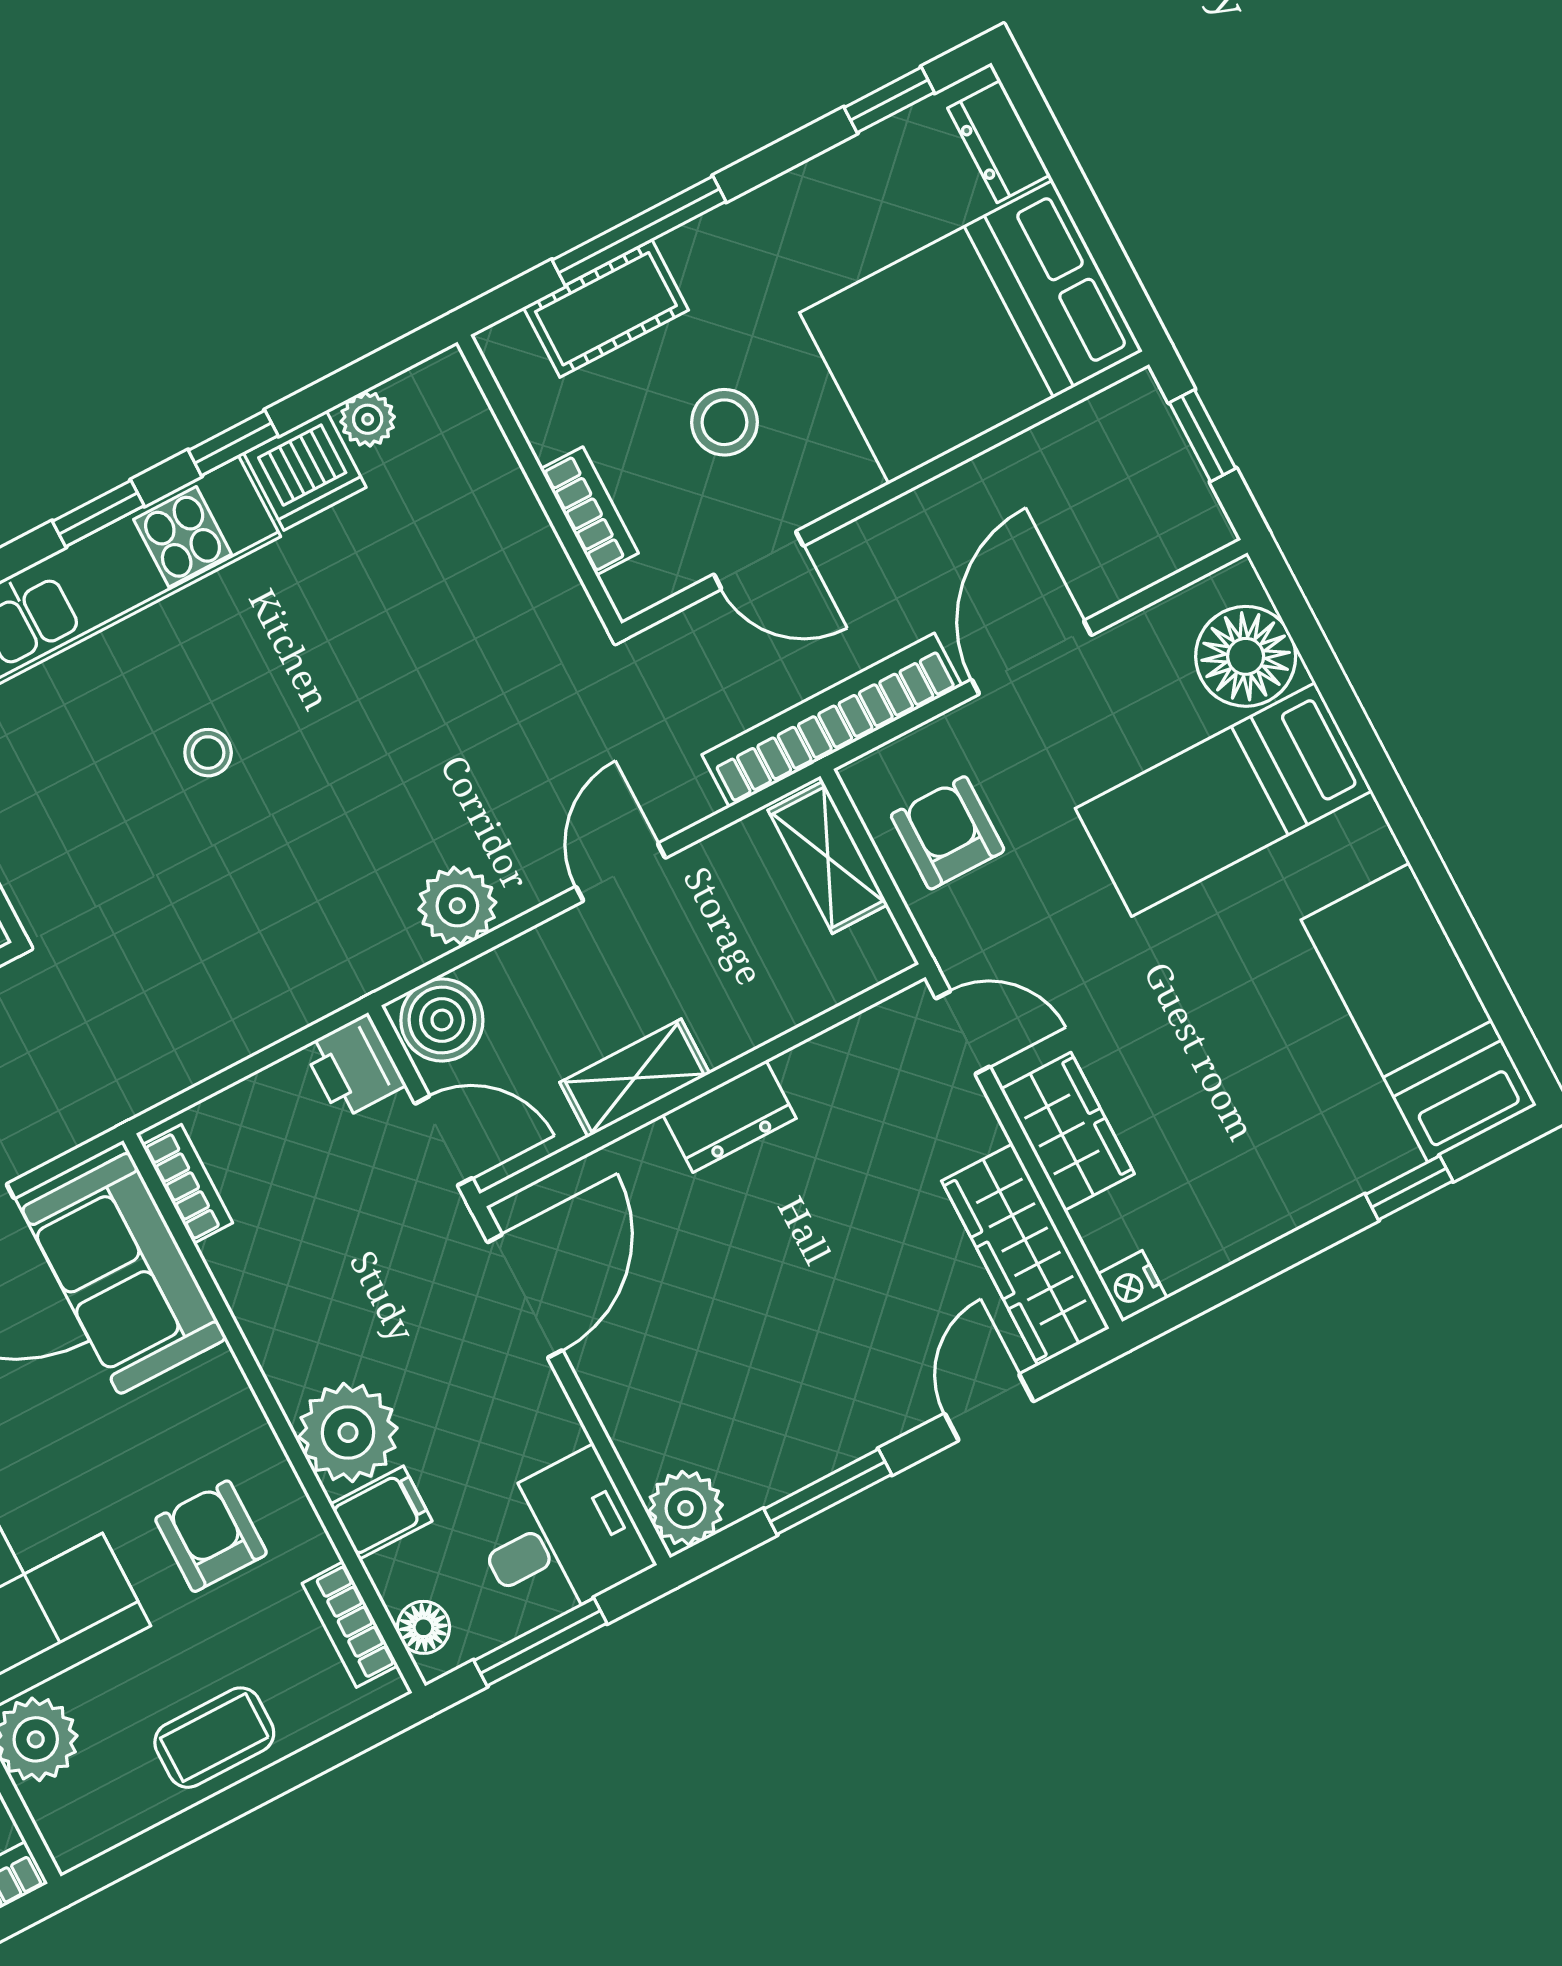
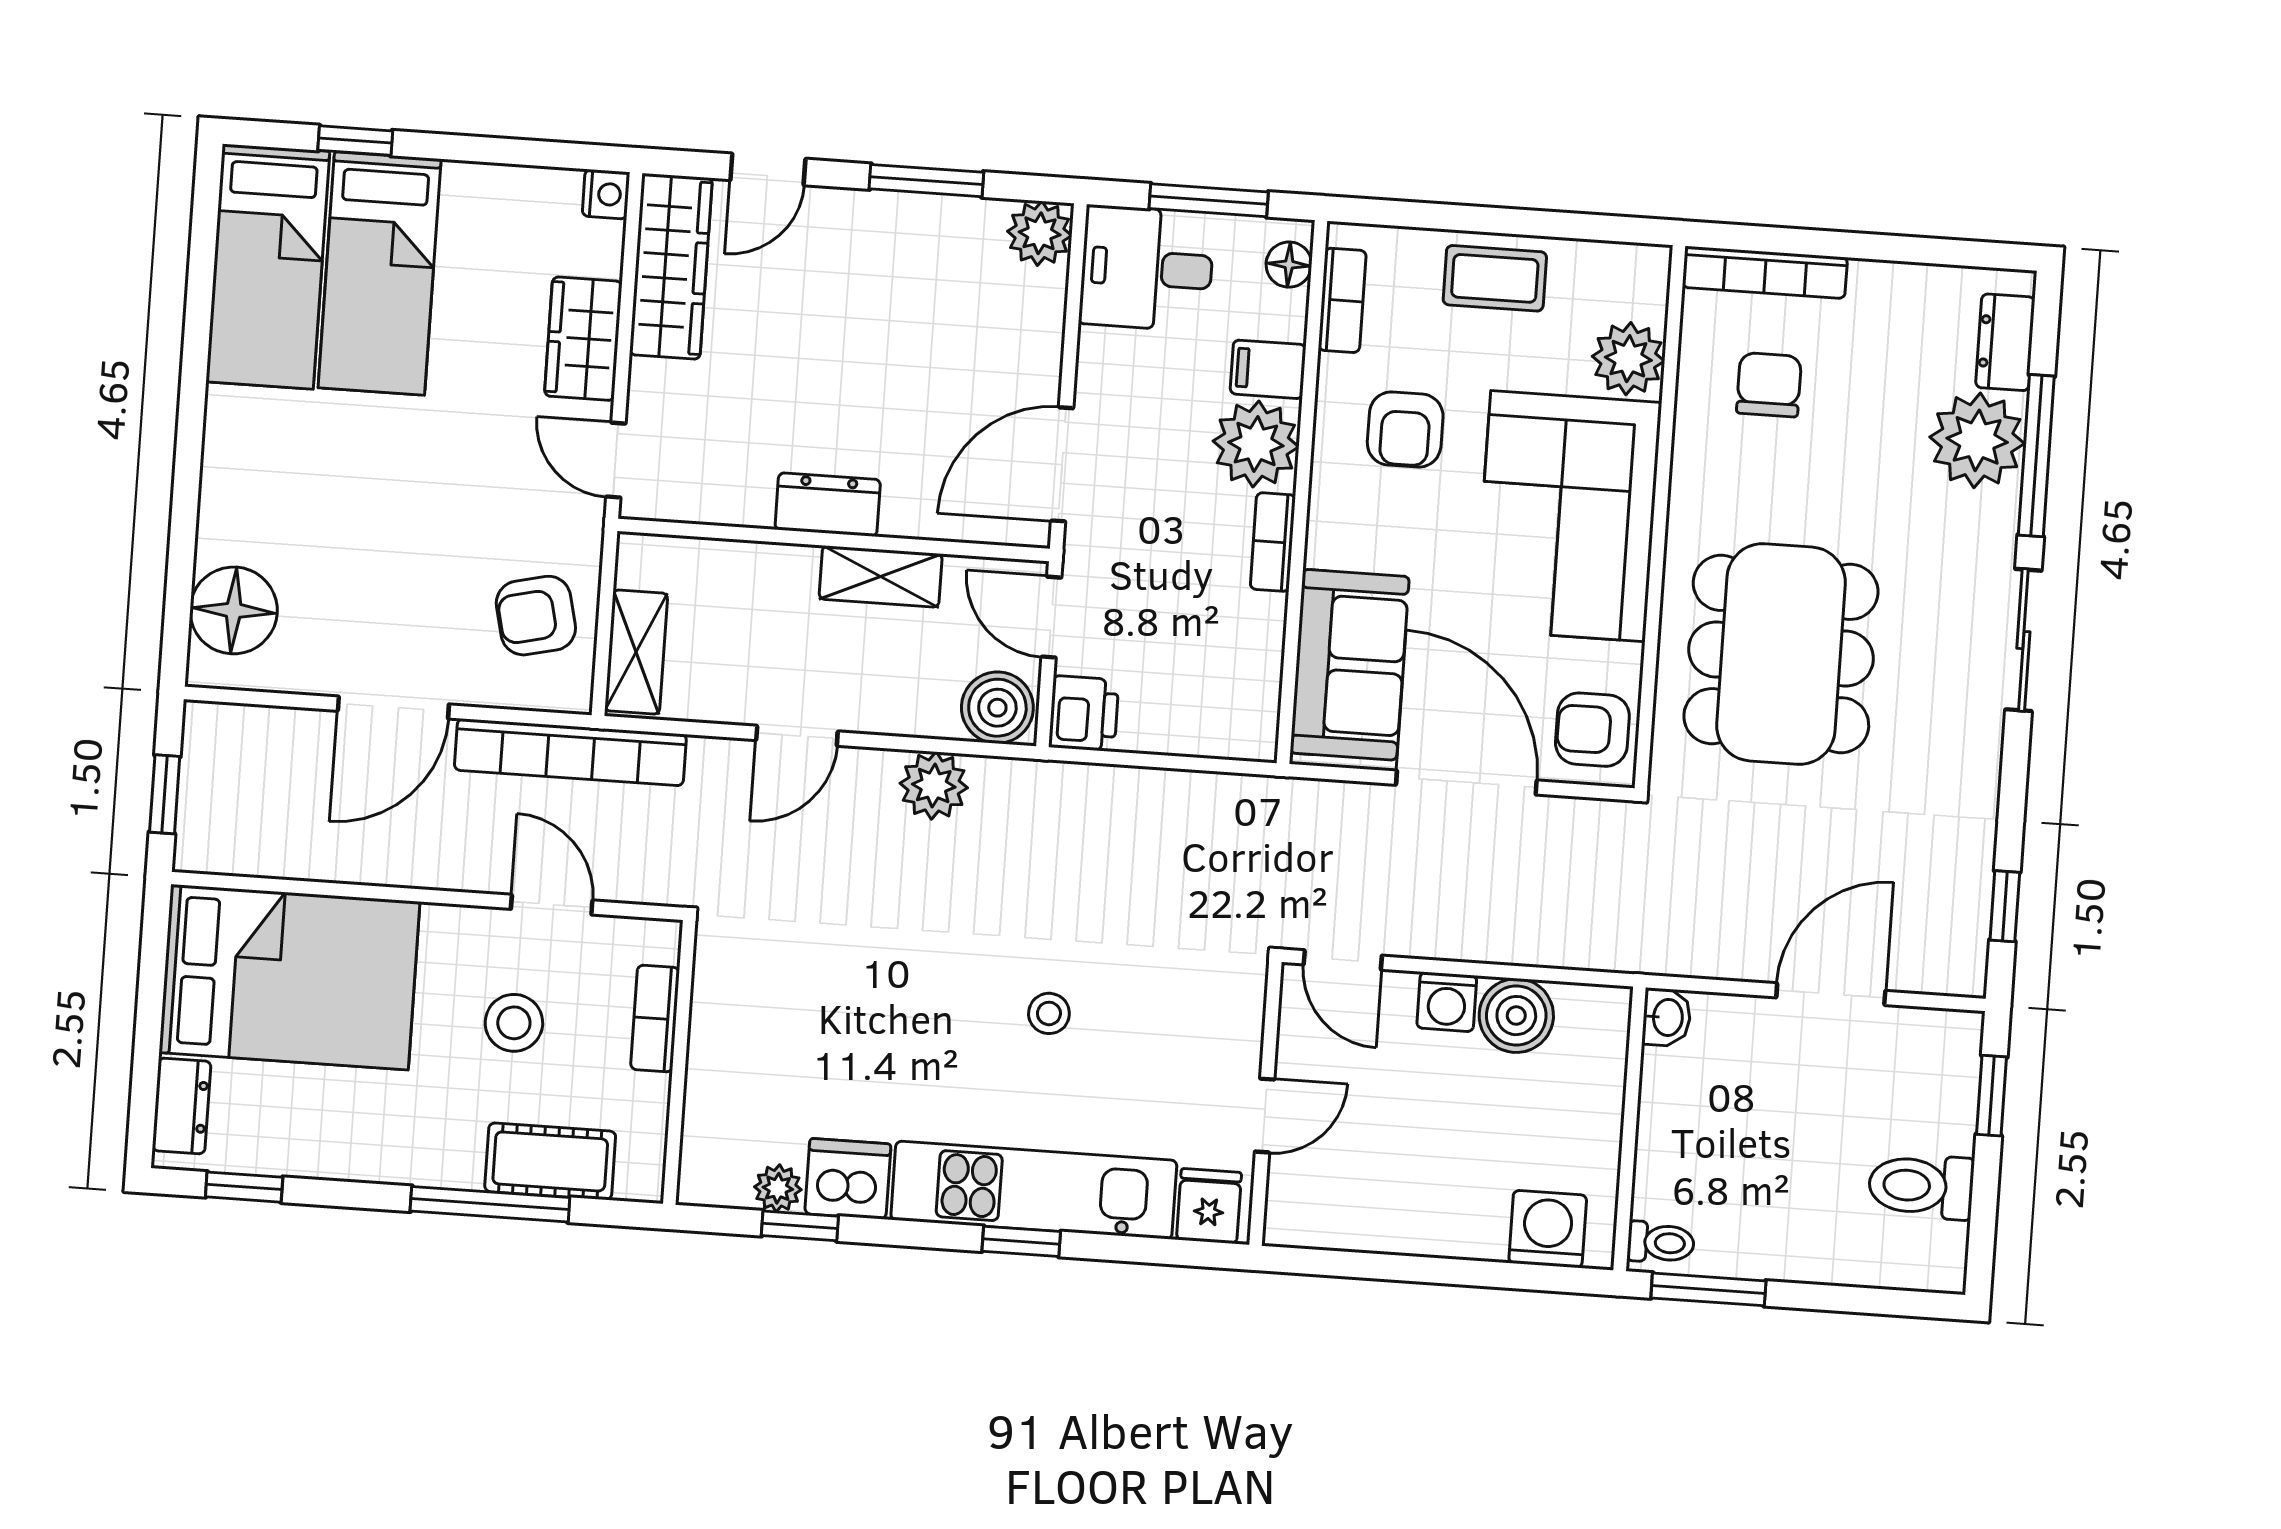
window: (233, 443) -> (800, 1226), moved
bed: (1224, 800) -> (380, 273), moved, turned 90
armchair: (948, 833) -> (536, 616), turned 77
bookcase: (187, 1184) -> (1273, 542), moved

